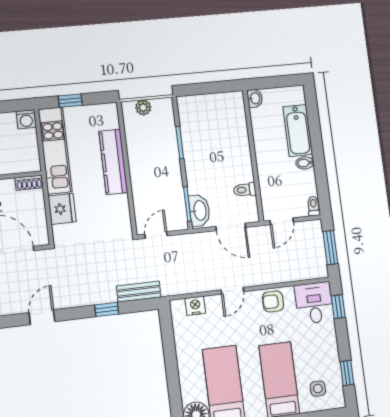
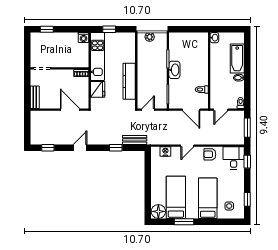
kitchen counter: (113, 162) -> (129, 81), moved
washbasin: (199, 210) -> (174, 70), moved

